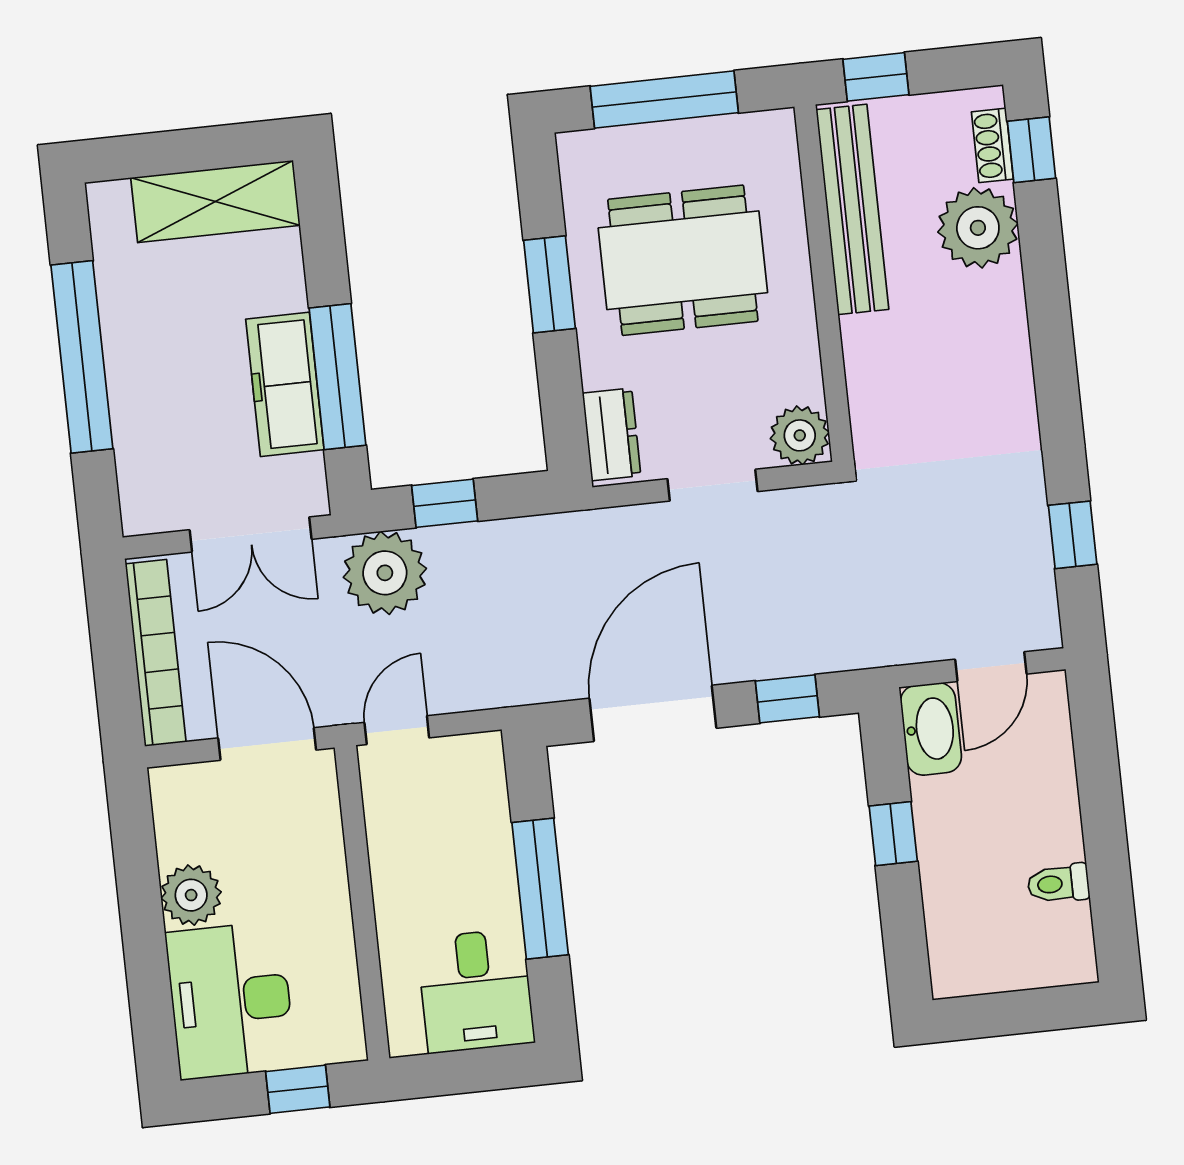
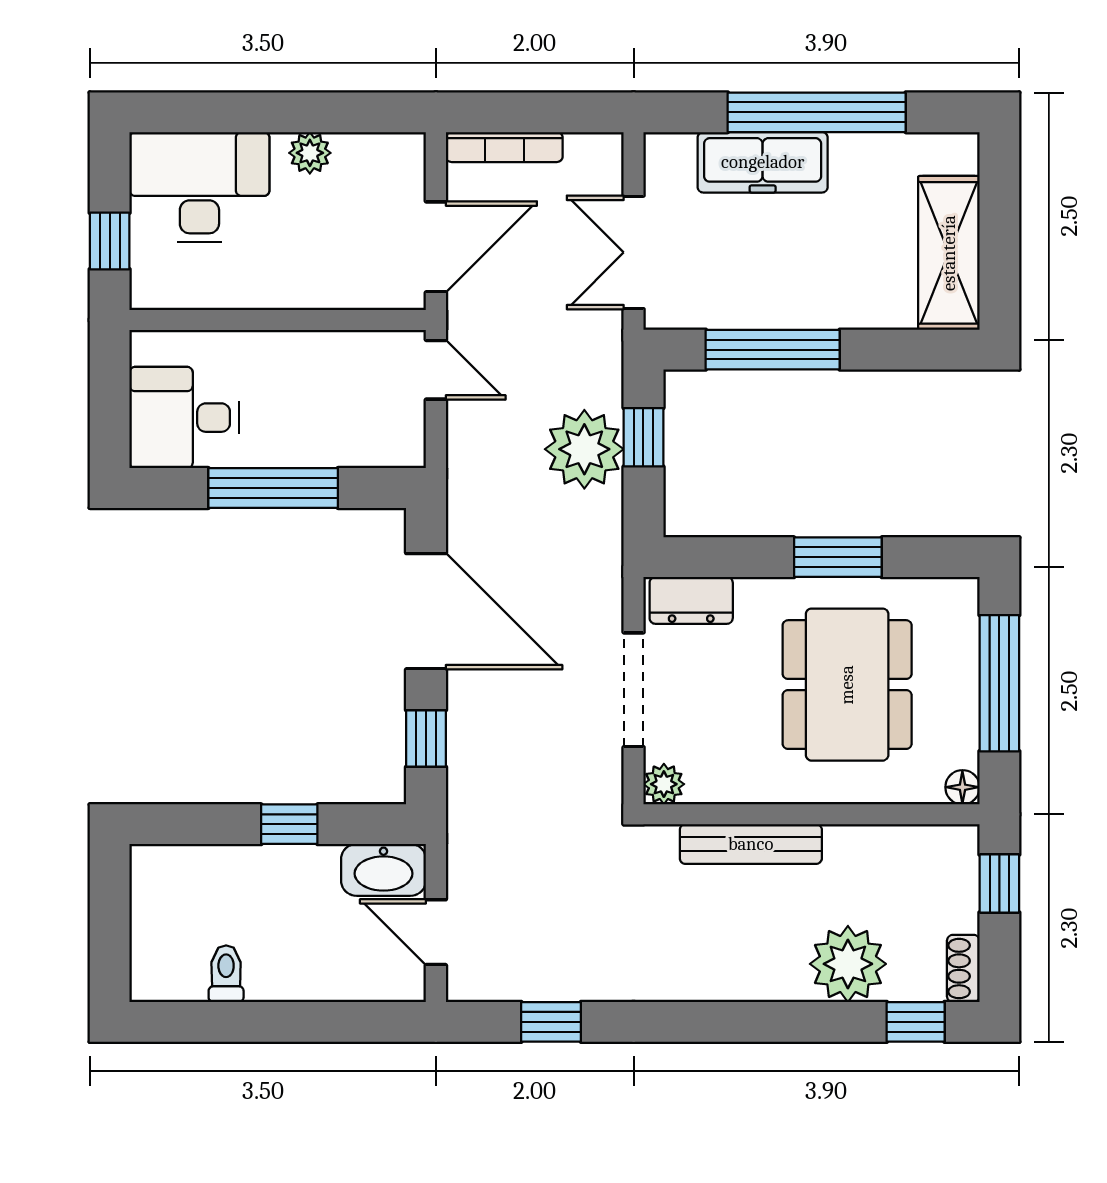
floor lamp: (778, 127) -> (962, 787), added
shoe rack: (992, 145) -> (963, 969), moved, turned -90
bench: (852, 209) -> (751, 844), moved, width x0.73, depth x0.82
freezer: (285, 384) -> (763, 162), moved, turned 180
plant: (800, 435) -> (664, 784), width x0.73, depth x0.73
doorway: (713, 485) -> (634, 690), width x1.38
plant: (385, 573) -> (584, 449), moved
bookcase: (156, 653) -> (504, 147), width x0.68, depth x0.76
plant: (191, 895) -> (310, 153), width x0.73, depth x0.73

